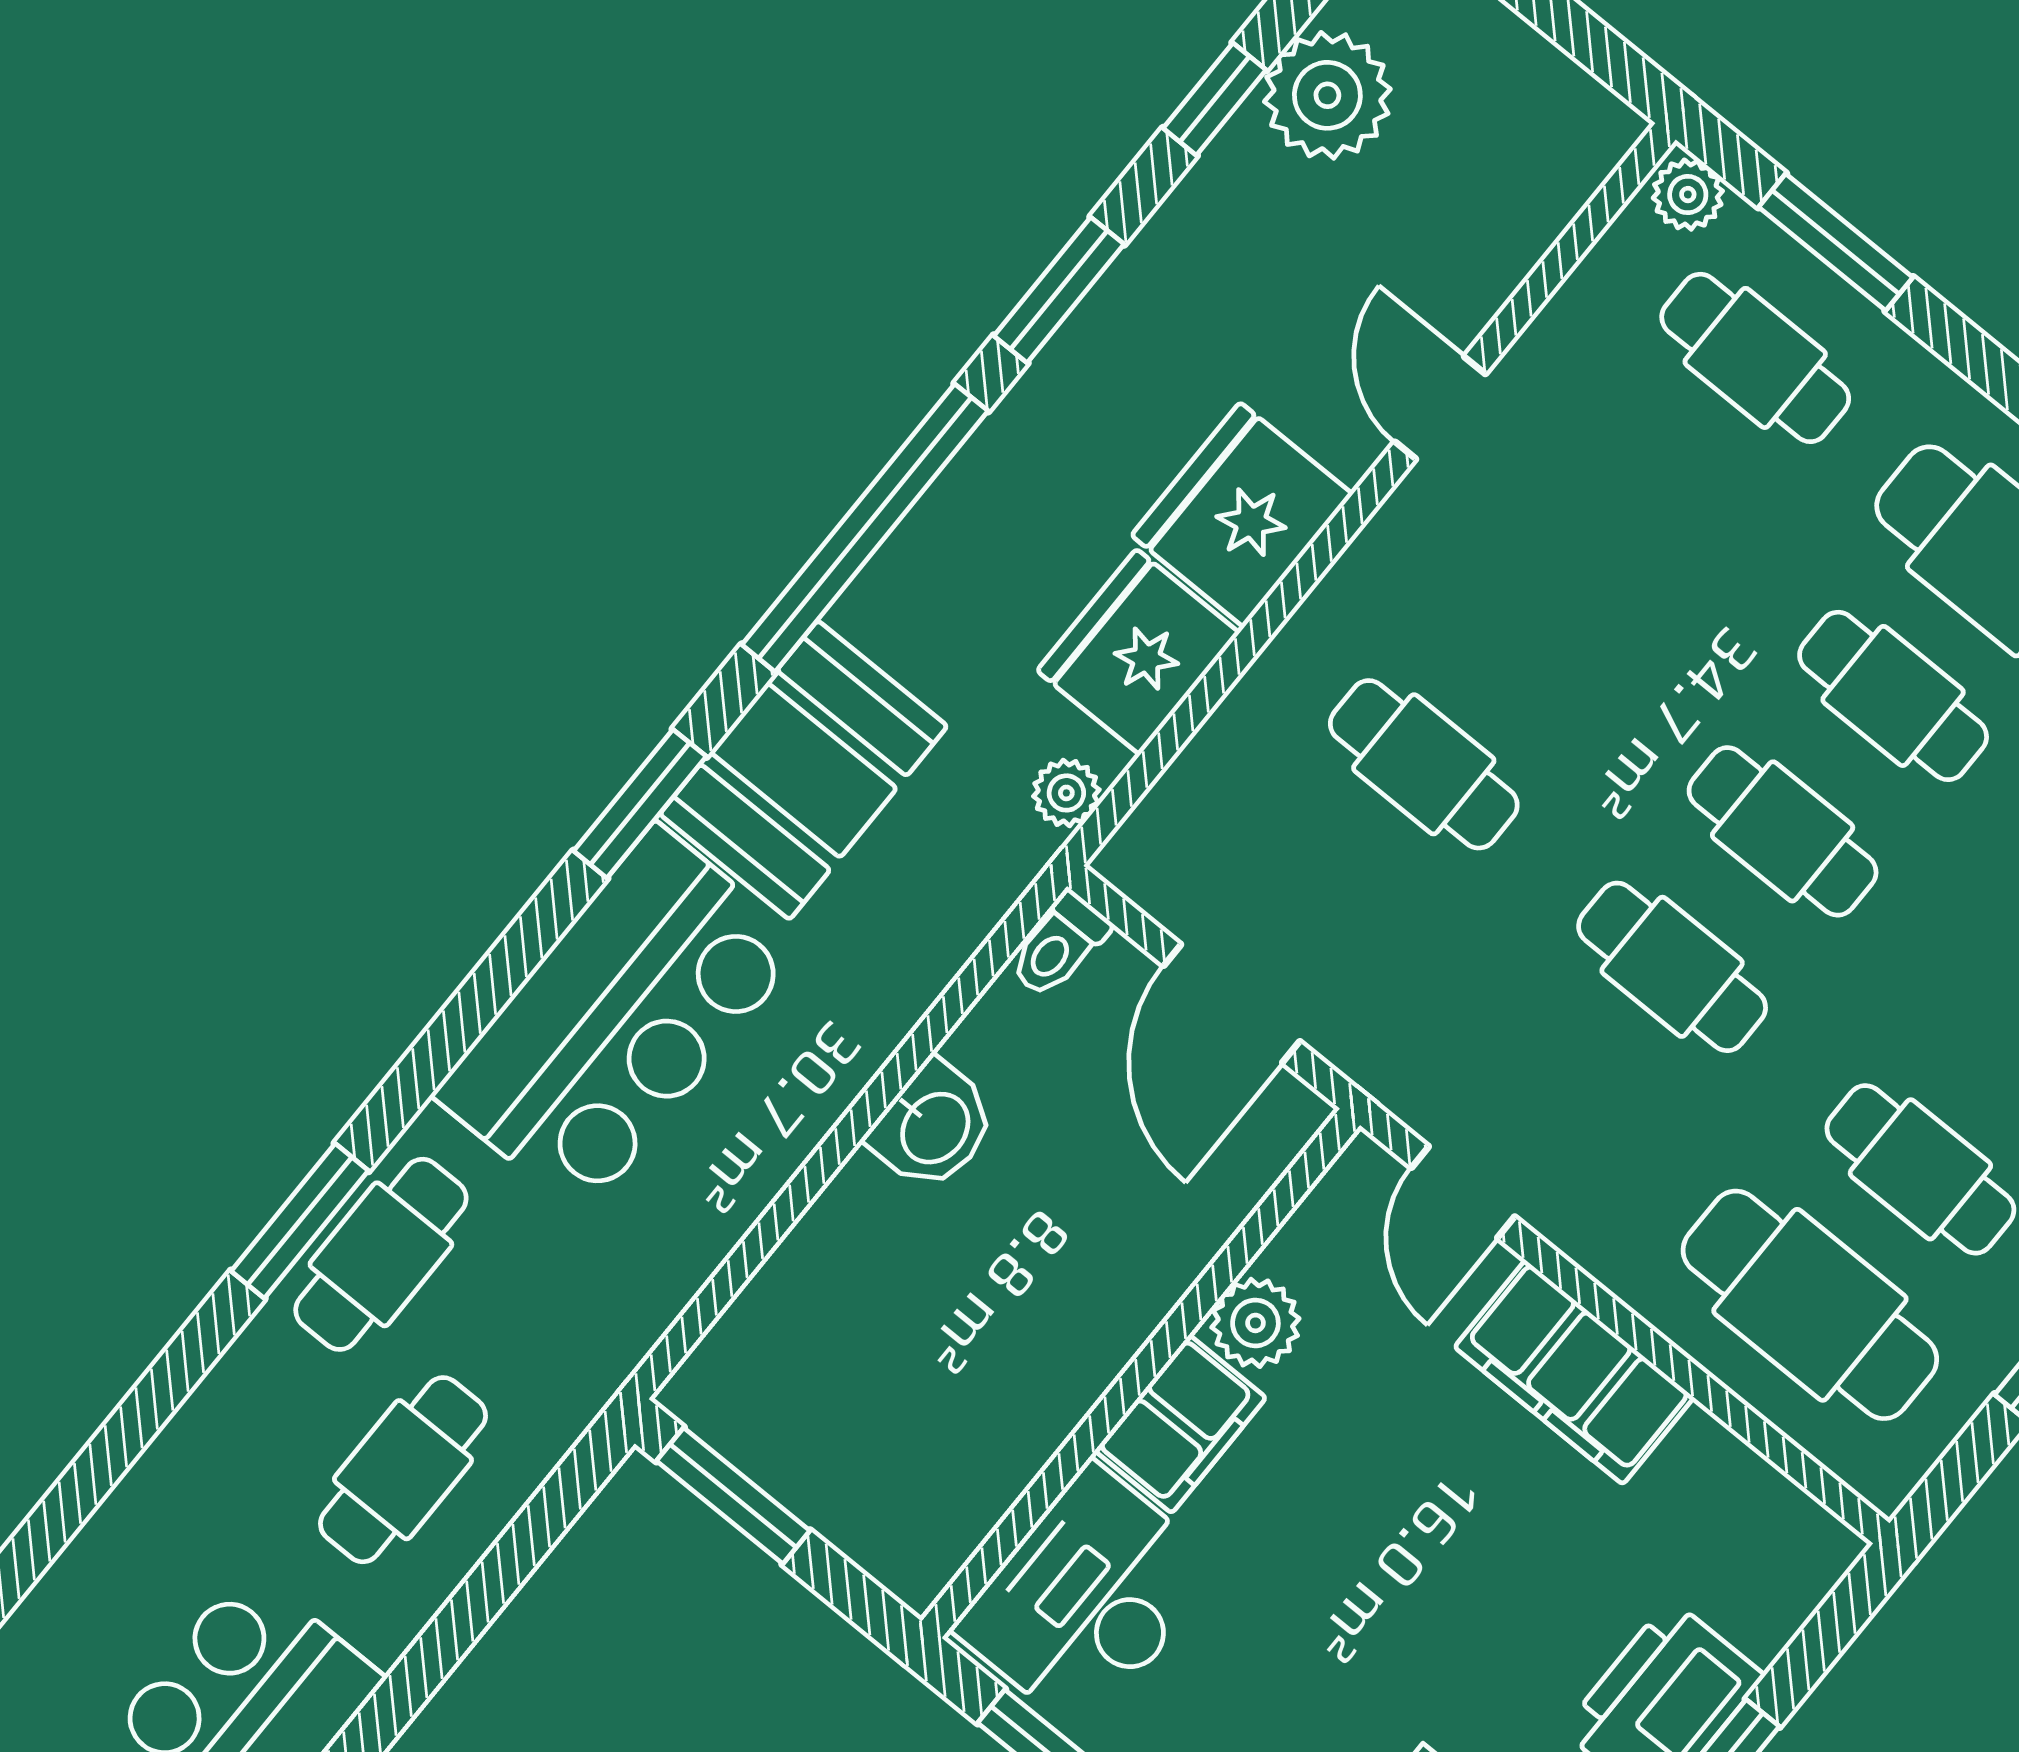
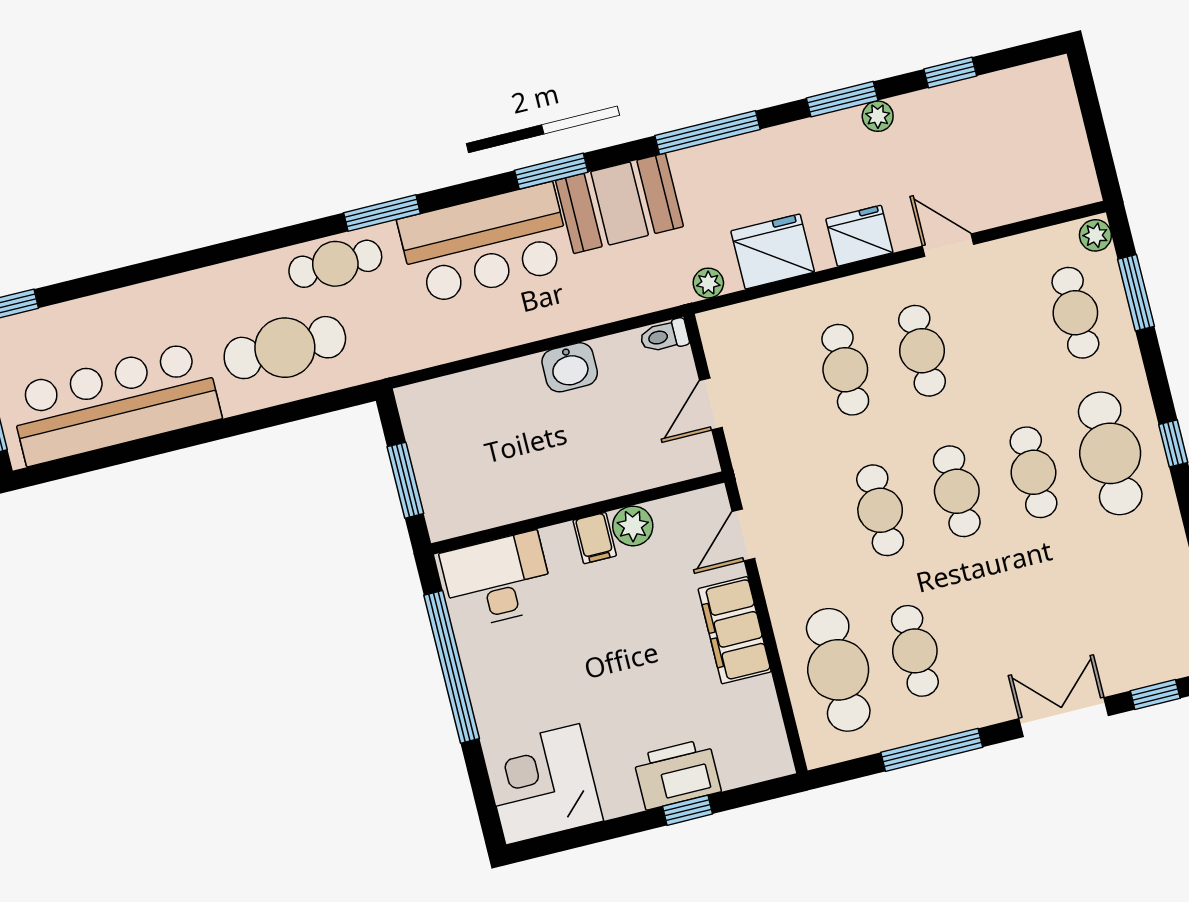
plant: (1327, 95) -> (878, 116), moved, width x0.53, depth x0.53
door: (1440, 408) -> (948, 245), hinge flipped
fridge: (1242, 515) -> (859, 236), width x0.73, depth x0.75
window: (865, 528) -> (707, 133), width x0.68
cafe table: (1534, 629) -> (922, 351), added
door: (1232, 1004) -> (711, 404), width x0.73
window: (300, 1221) -> (382, 213), moved
filing cabinet: (1180, 1424) -> (595, 538), width x0.50
cafe table: (403, 1470) -> (285, 348), width x1.37, depth x1.35
window: (733, 1496) -> (405, 480), moved

